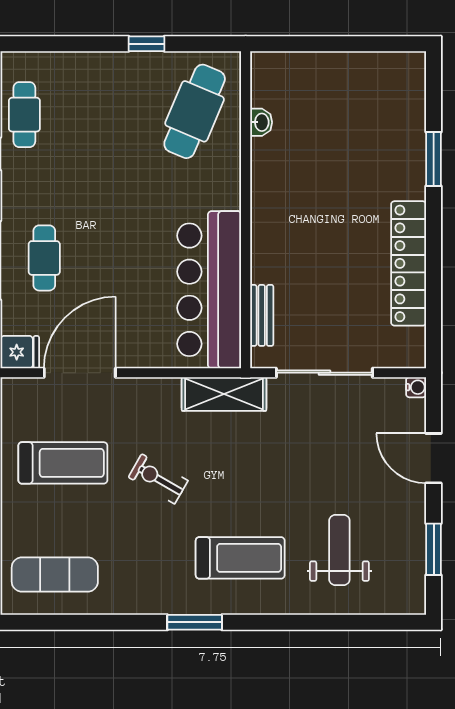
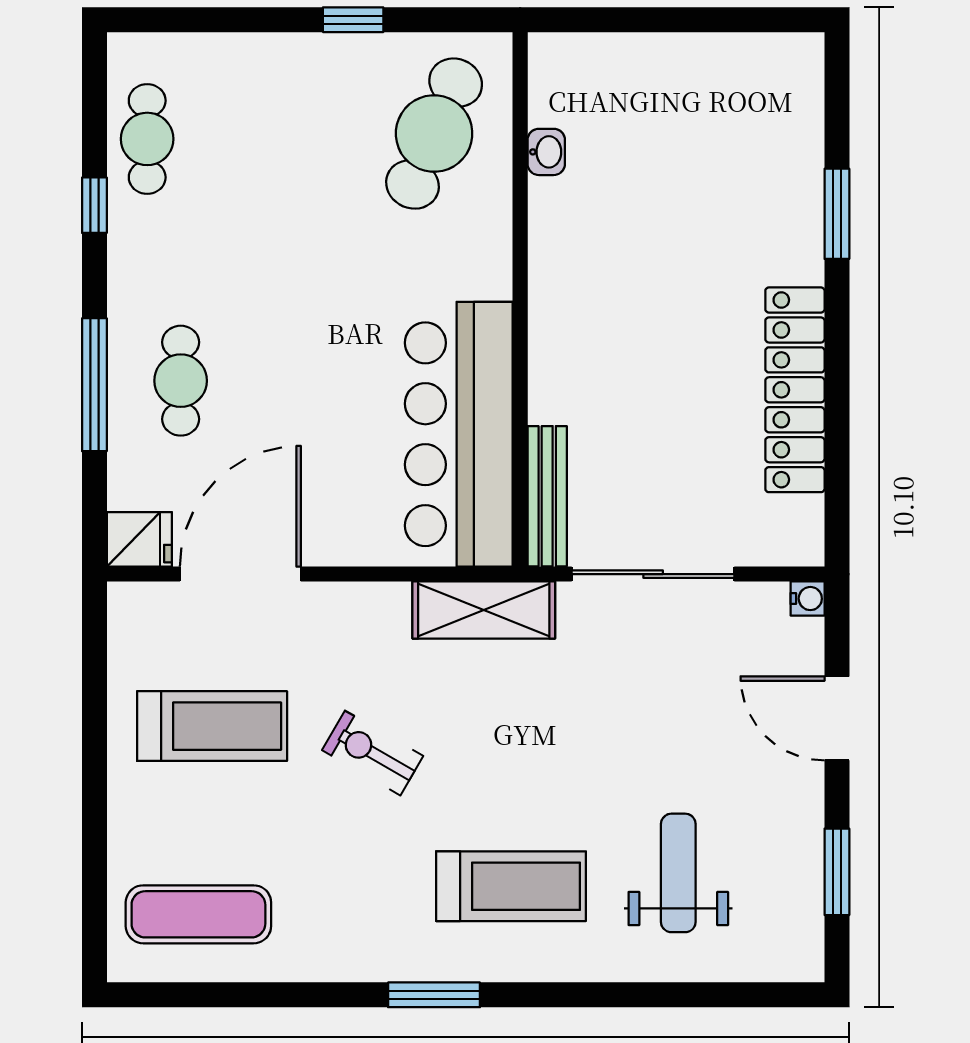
bench: (262, 315) -> (547, 496), width x1.36

